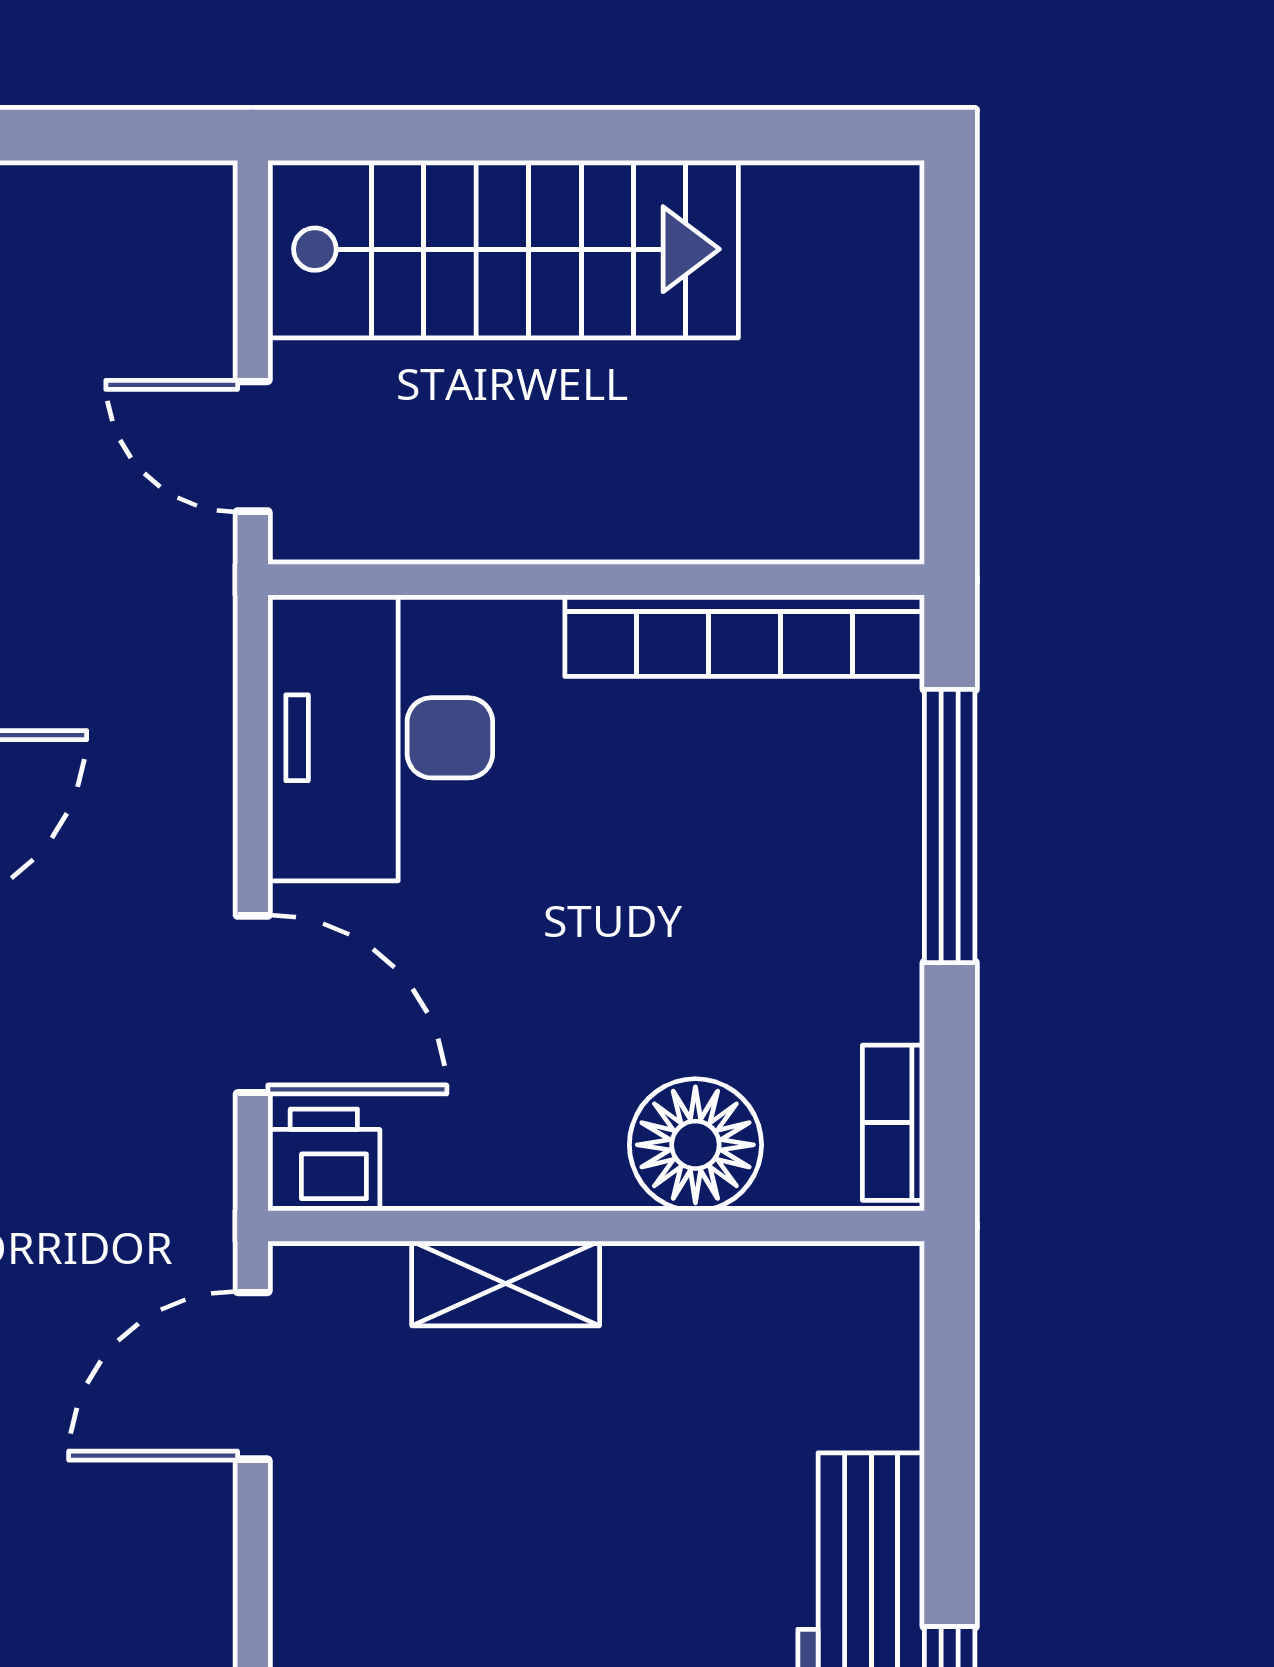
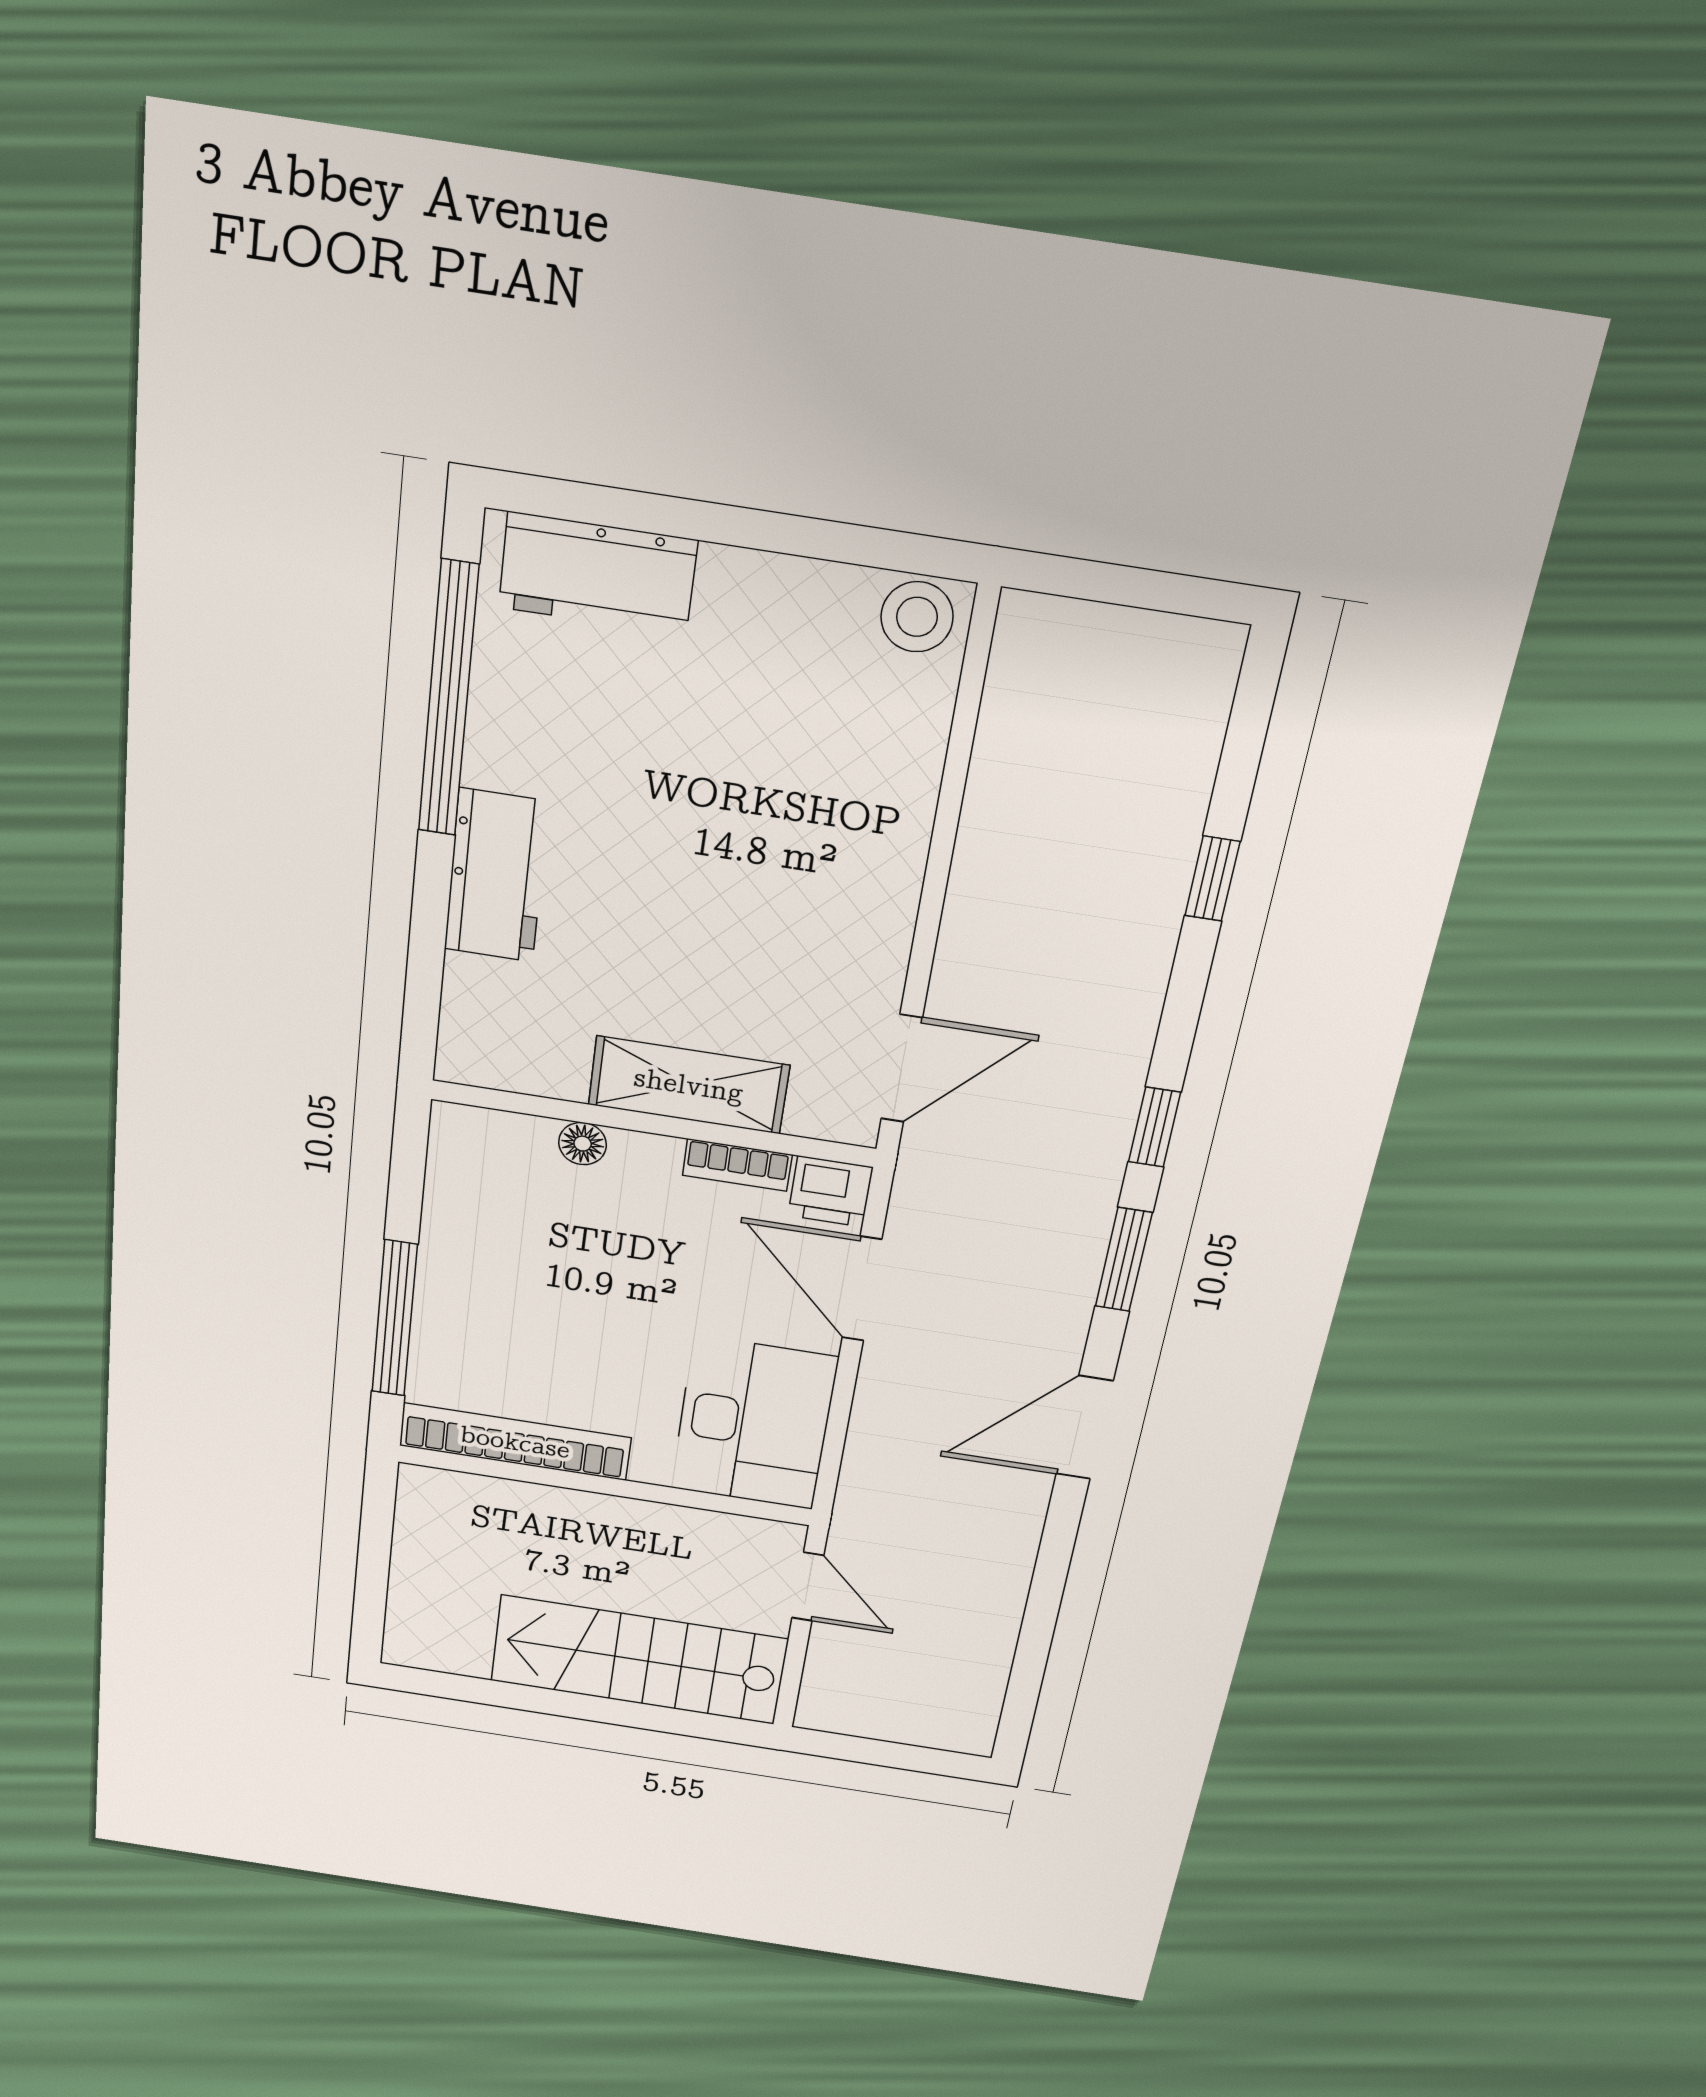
bookcase: (893, 1123) -> (737, 1165), moved, turned 90
floor lamp: (695, 1145) -> (583, 1144), width x0.53, depth x0.53
shelving: (506, 1284) -> (689, 1085), width x1.50, depth x1.33

